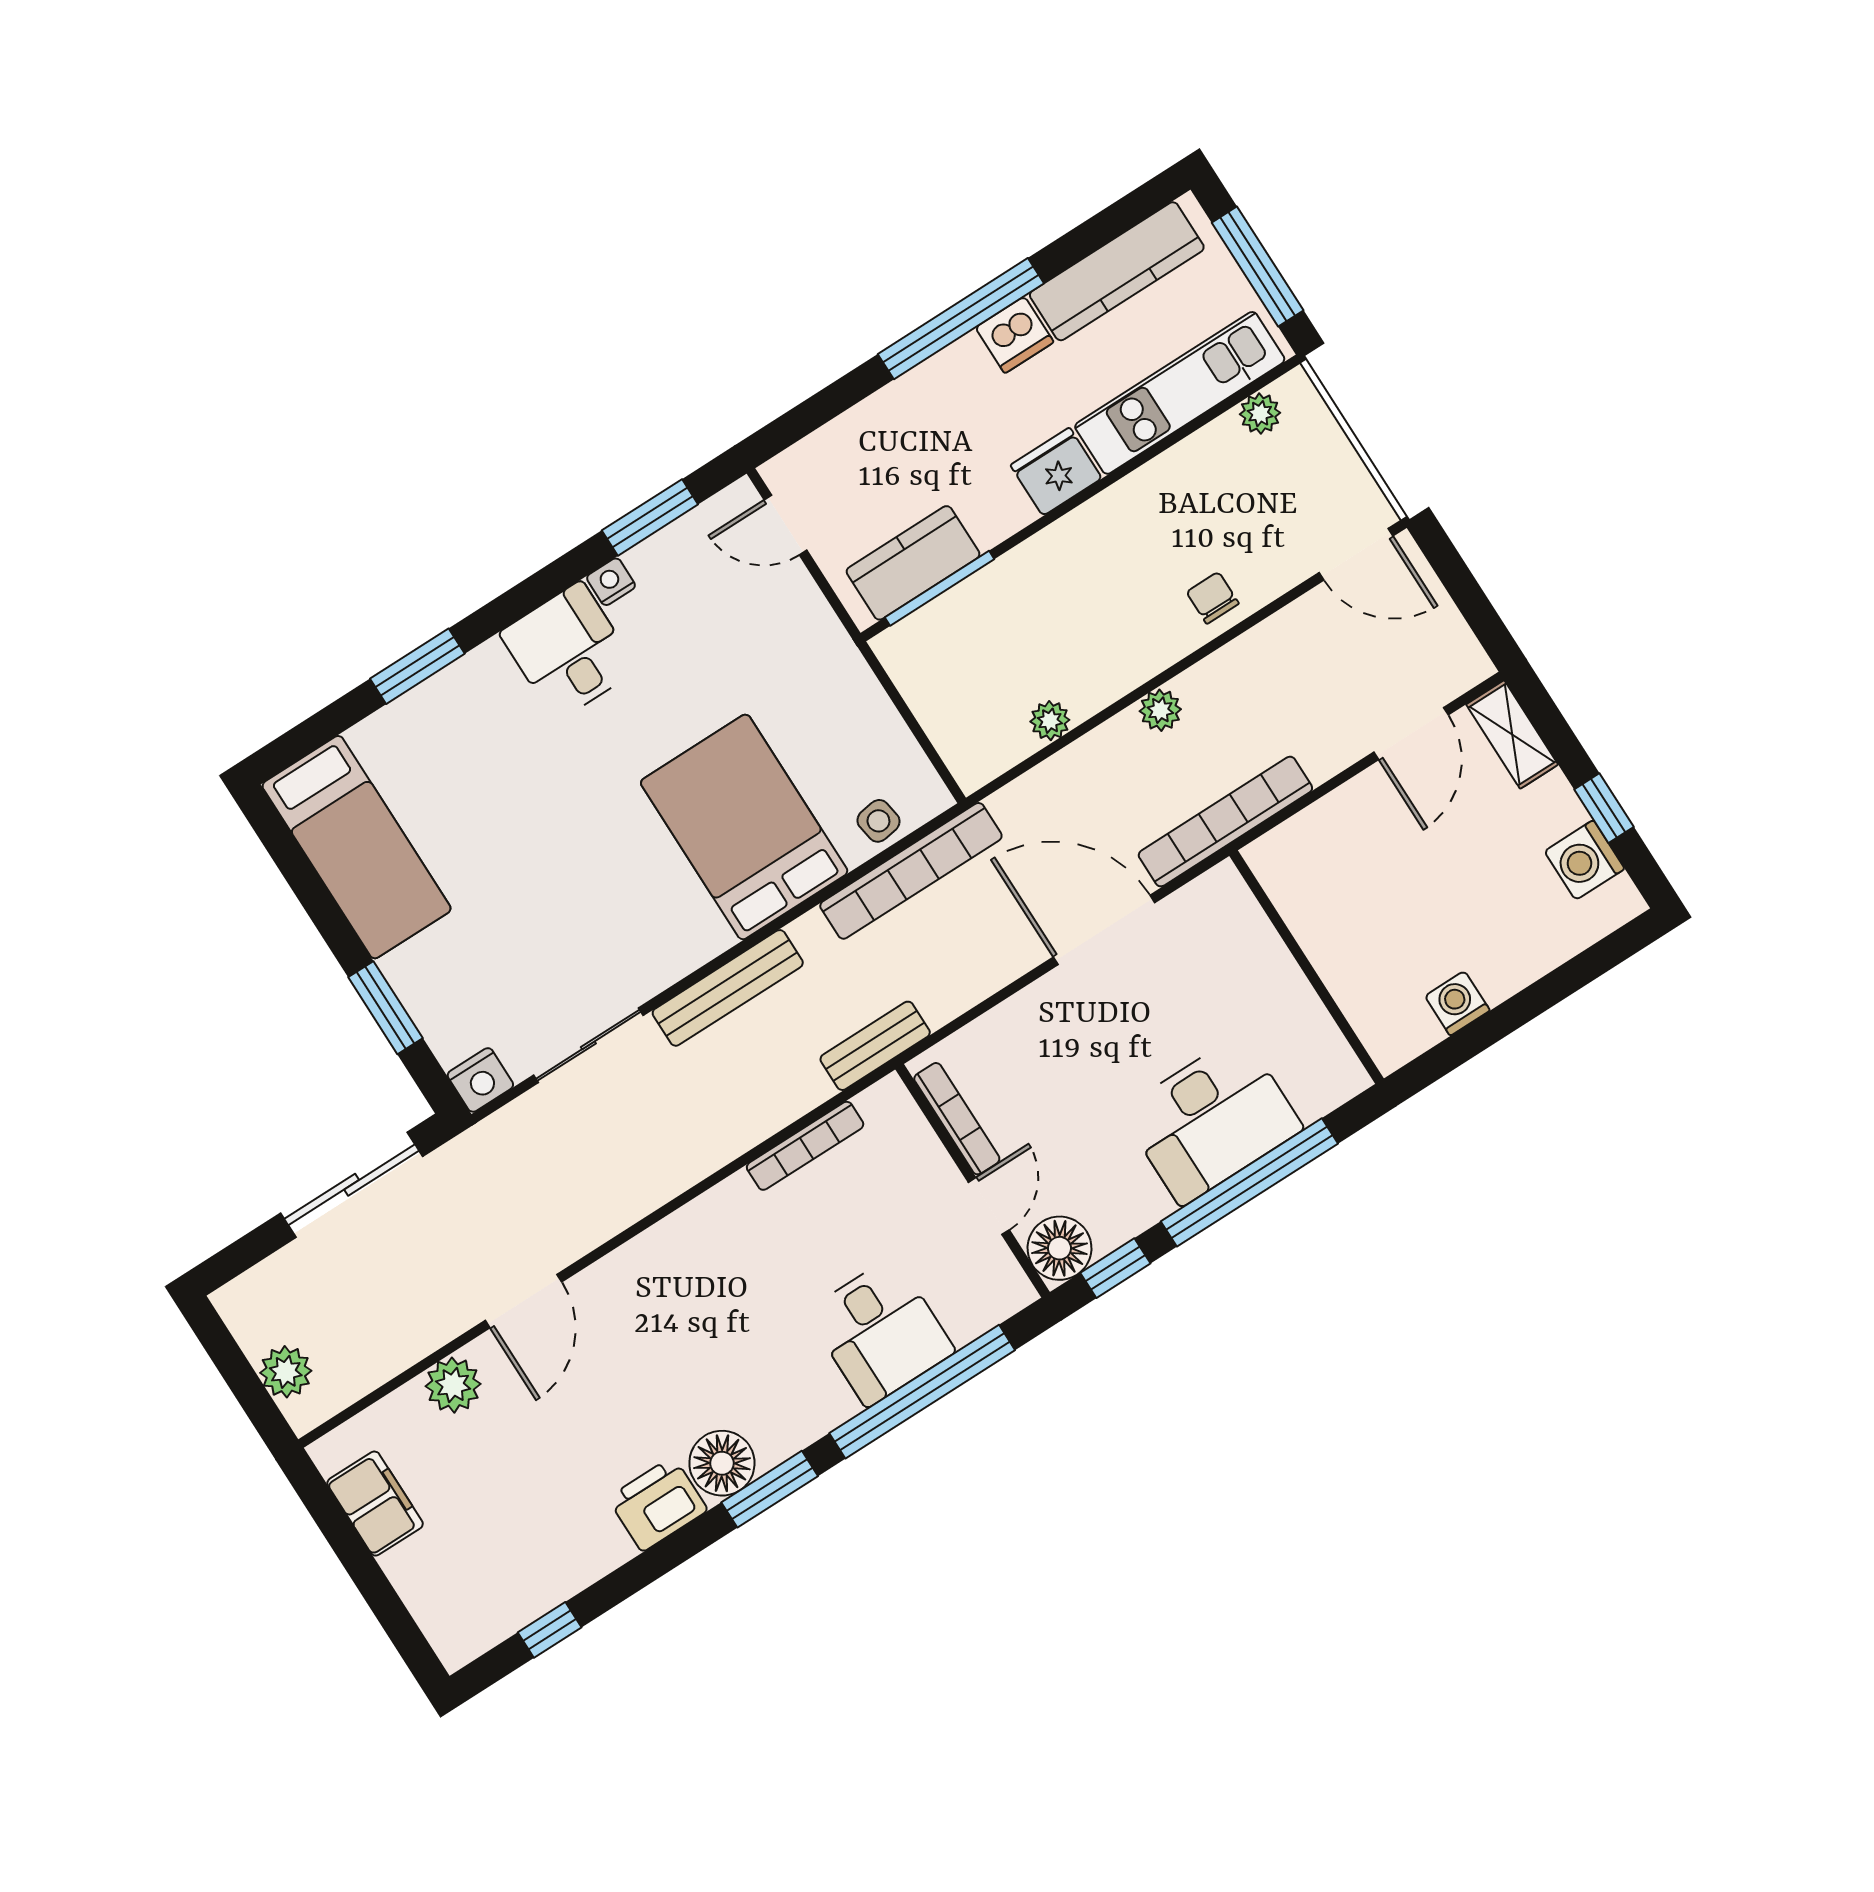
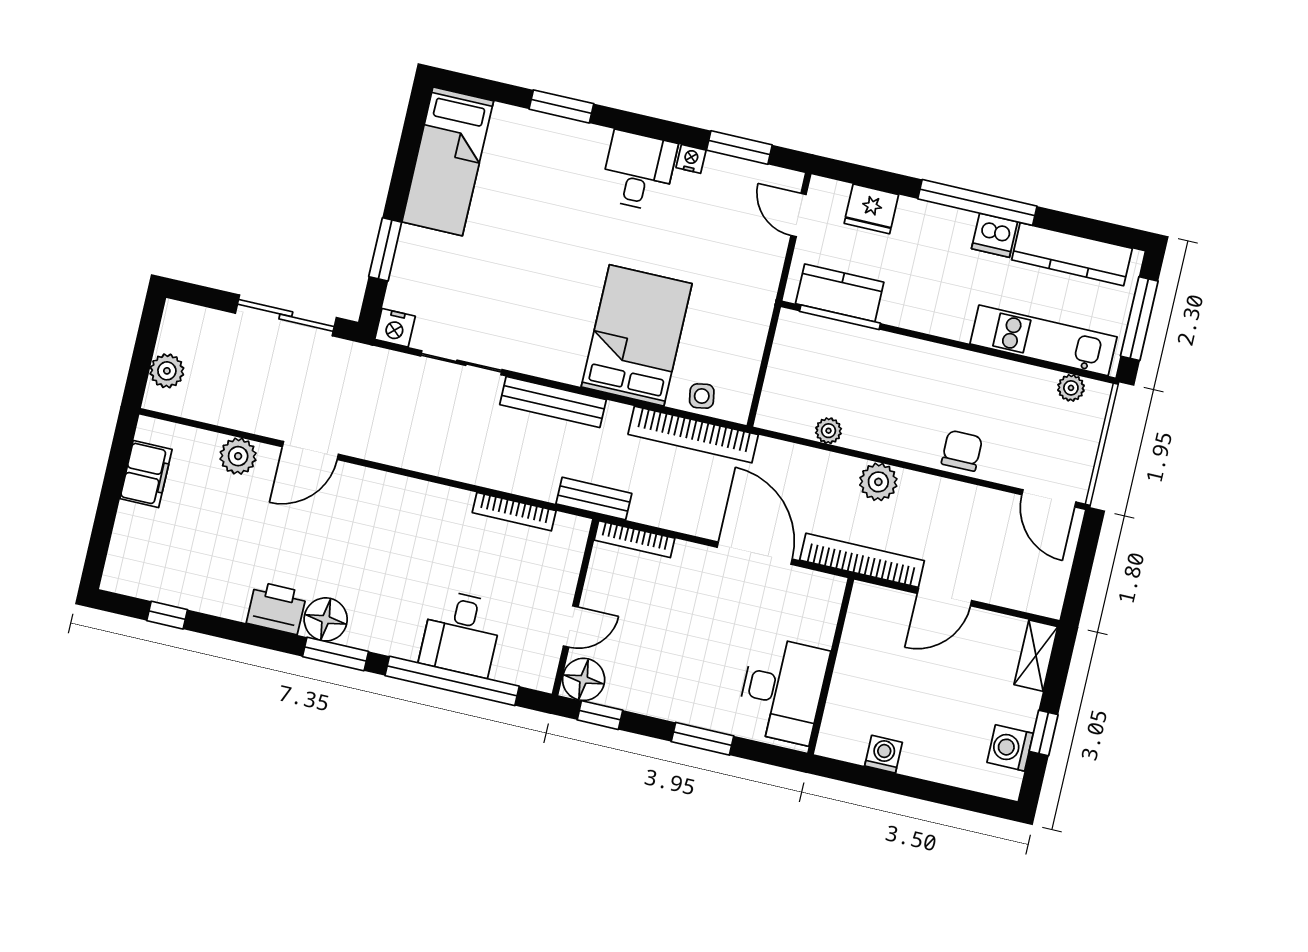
fridge: (1056, 472) -> (871, 209), moved, turned 180
chair: (1213, 598) -> (962, 451), width x1.37, depth x1.37
plant: (1160, 710) -> (878, 482), width x1.38, depth x1.38
door: (1411, 734) -> (944, 597), moved
bookcase: (957, 1119) -> (634, 539), moved, turned 90
desk: (1212, 1120) -> (782, 690), moved, turned -90
window: (1249, 1182) -> (703, 739), width x0.47

